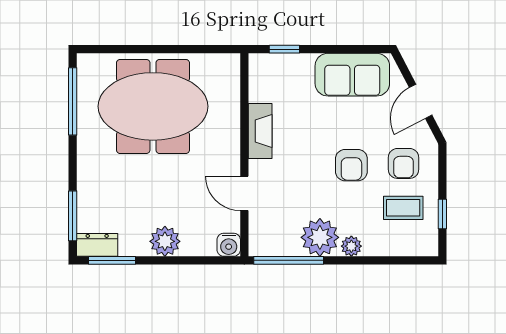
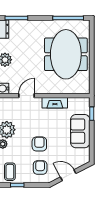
sofa: (352, 75) -> (80, 131), moved
armchair: (404, 163) -> (40, 167), turned 90
armchair: (351, 165) -> (39, 144), turned 90
coffee table: (403, 208) -> (10, 172), moved

